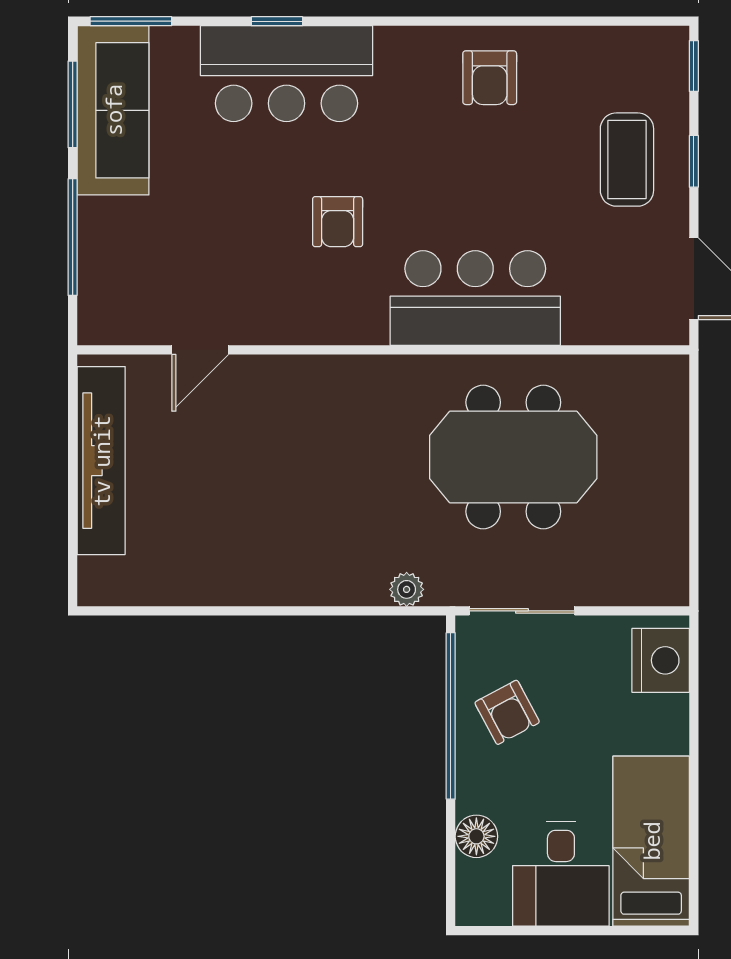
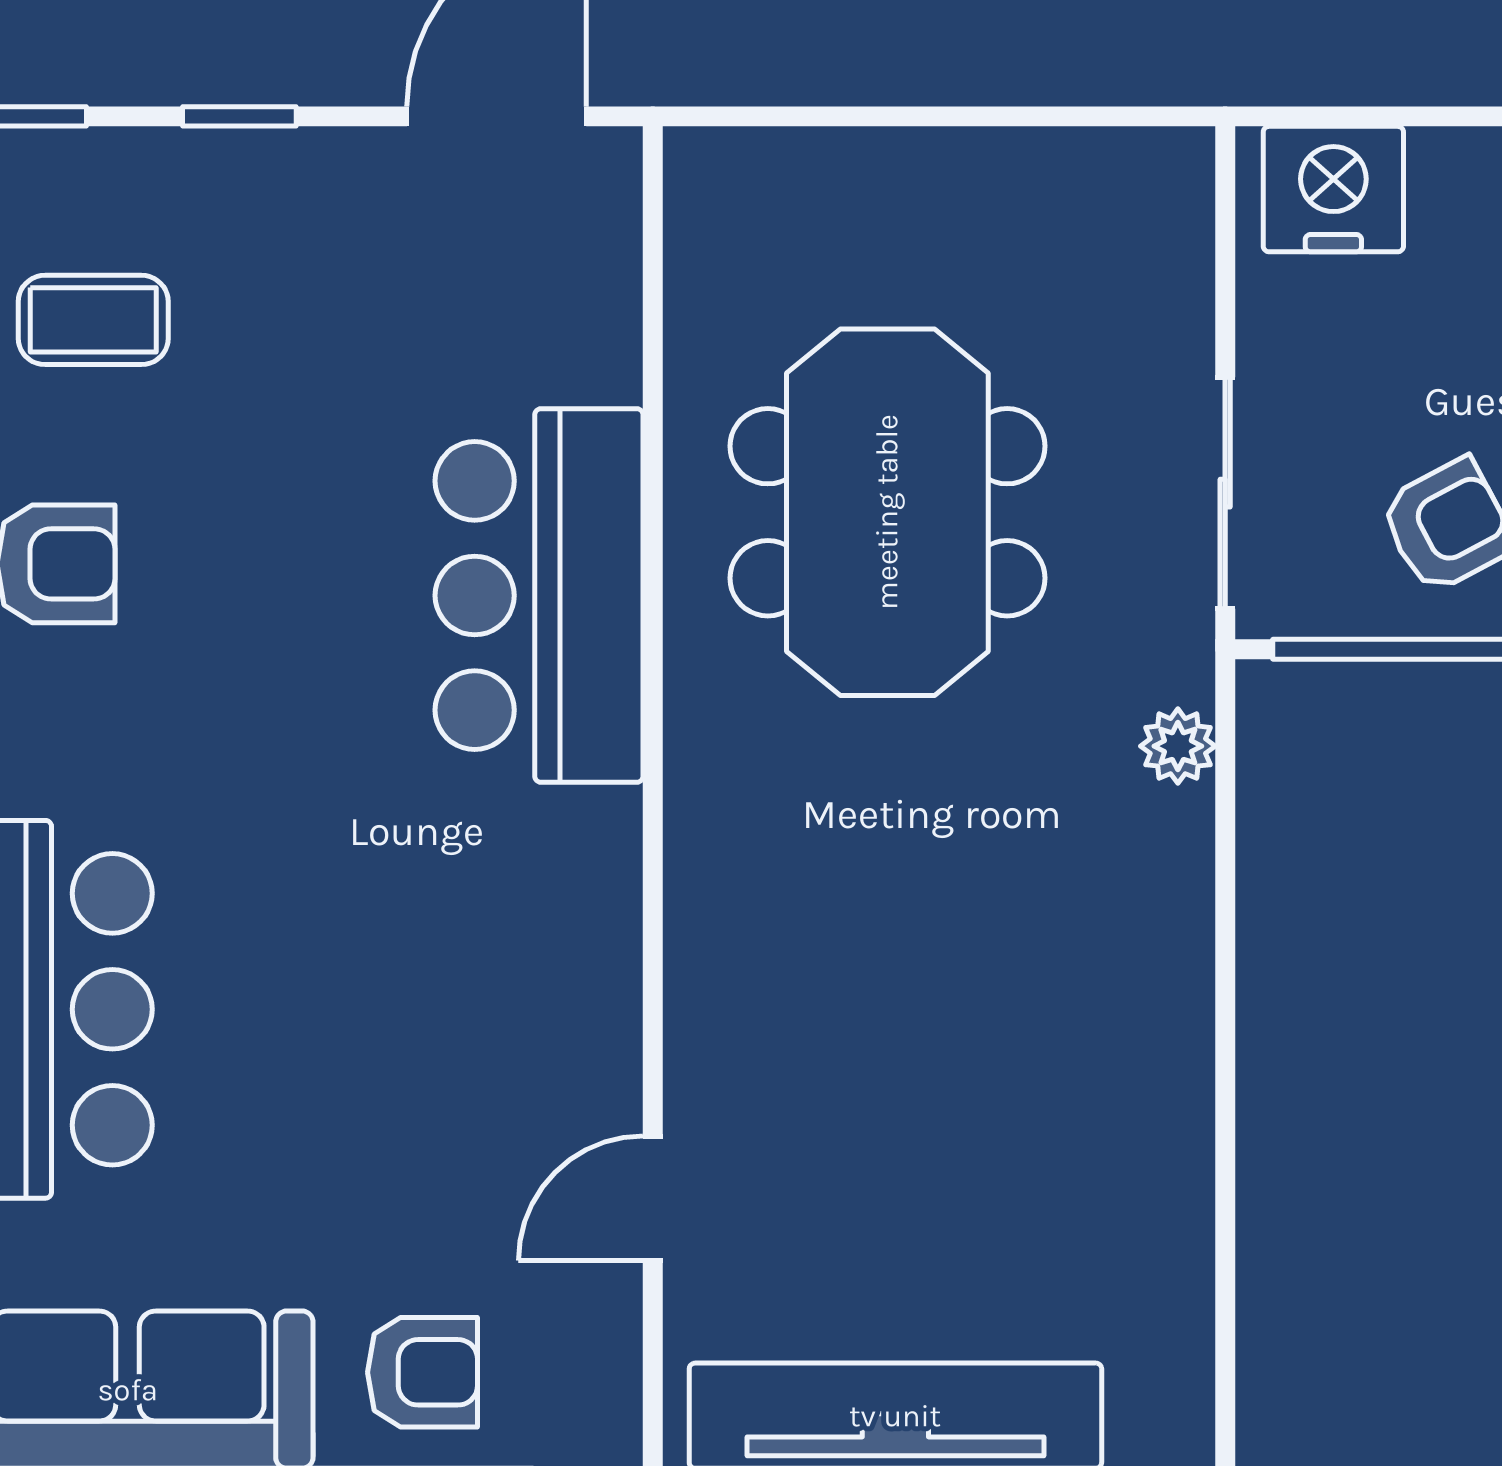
coffee table: (627, 160) -> (93, 320), moved, width x0.73, depth x0.77
armchair: (338, 222) -> (423, 1372), moved
door: (200, 350) -> (653, 1198), swing flipped

